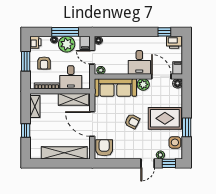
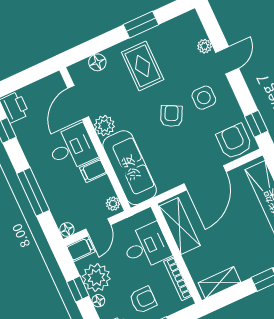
window: (65, 32) -> (78, 289), width x0.46
window: (126, 32) -> (33, 192), added
filing cabinet: (178, 68) -> (93, 171), moved
floor lamp: (178, 83) -> (97, 62), moved
rug: (165, 118) -> (143, 66), width x0.73, depth x0.70
side table: (175, 142) -> (204, 98), moved
armchair: (104, 148) -> (234, 141), turned 90
door: (148, 163) -> (227, 60), hinge flipped
window: (169, 163) -> (256, 124), moved

